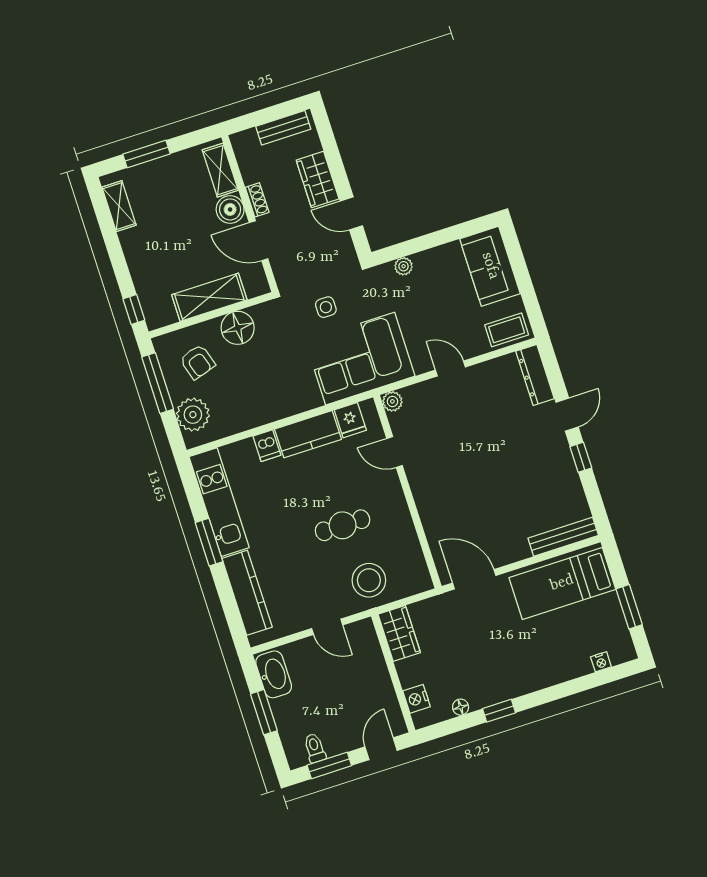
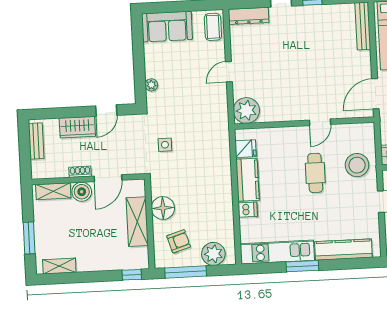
corner sofa: (360, 359) -> (206, 131), removed
plant: (392, 401) -> (246, 110), width x1.87, depth x1.87
door: (395, 452) -> (320, 122), moved

